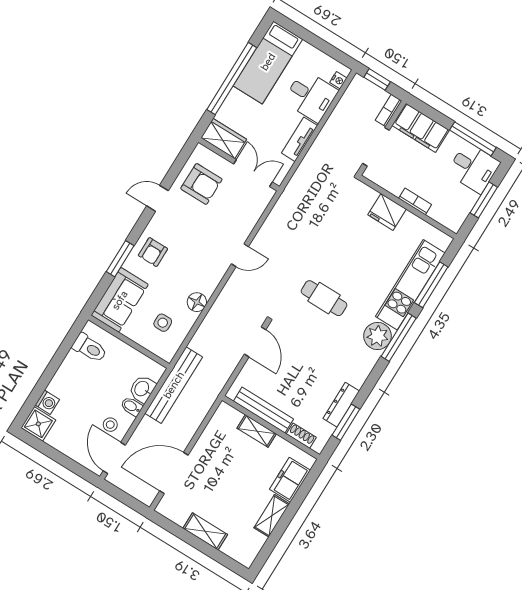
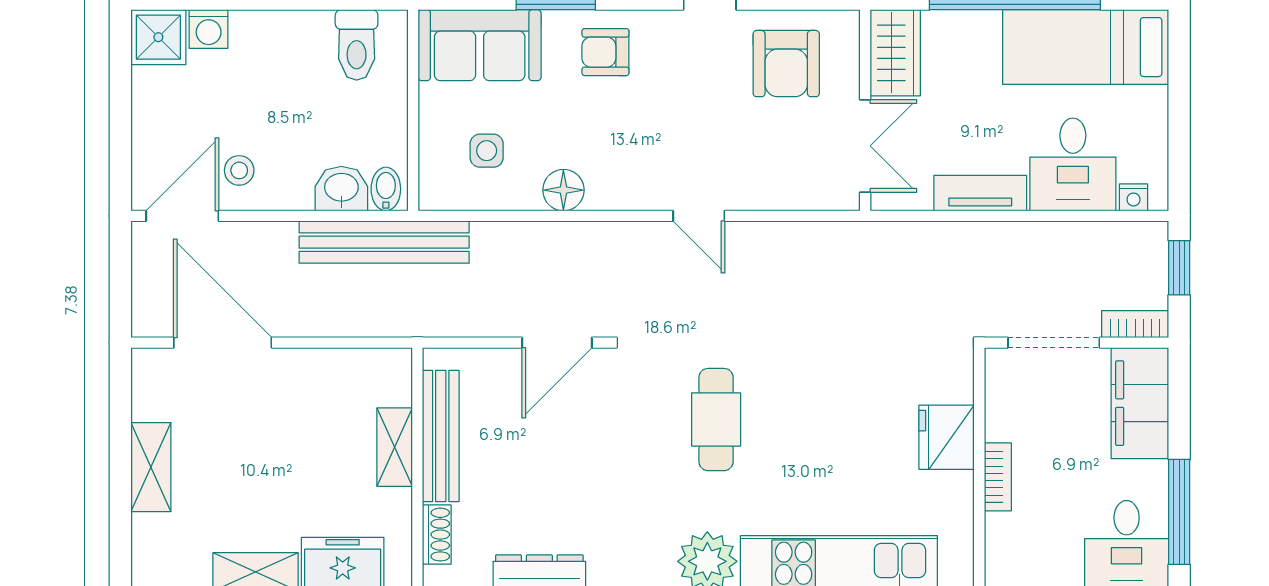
bidet: (132, 406) -> (386, 189), moved

